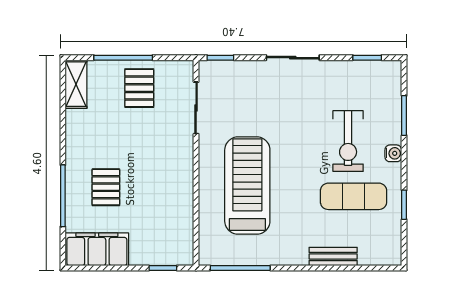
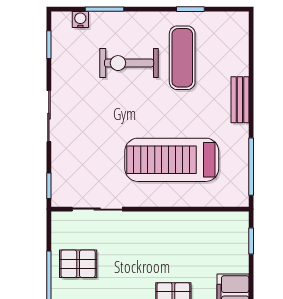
exercise bike: (348, 141) -> (129, 63), turned 180
water cooler: (393, 153) -> (80, 20), moved
bench: (333, 256) -> (240, 100), moved

